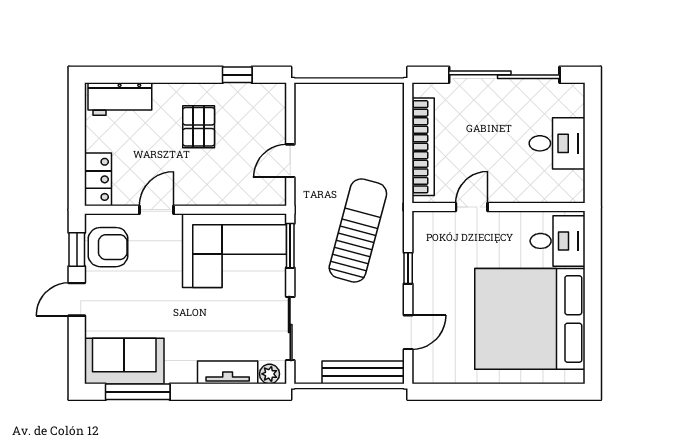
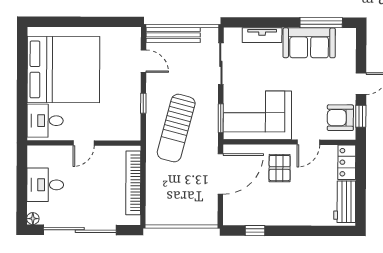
floor lamp: (576, 92) -> (33, 219), added
workbench: (120, 99) -> (345, 202), moved, turned -90
pallet: (199, 127) -> (280, 168), moved
door: (290, 161) -> (220, 174), width x1.87
door: (472, 207) -> (84, 143), moved
door: (408, 332) -> (143, 61), swing flipped
sofa: (124, 361) -> (309, 43), moved
plant: (270, 374) -> (235, 34), removed

